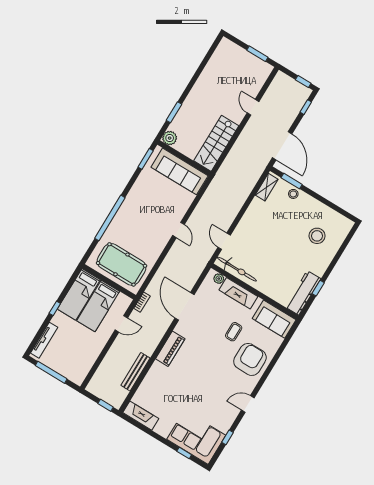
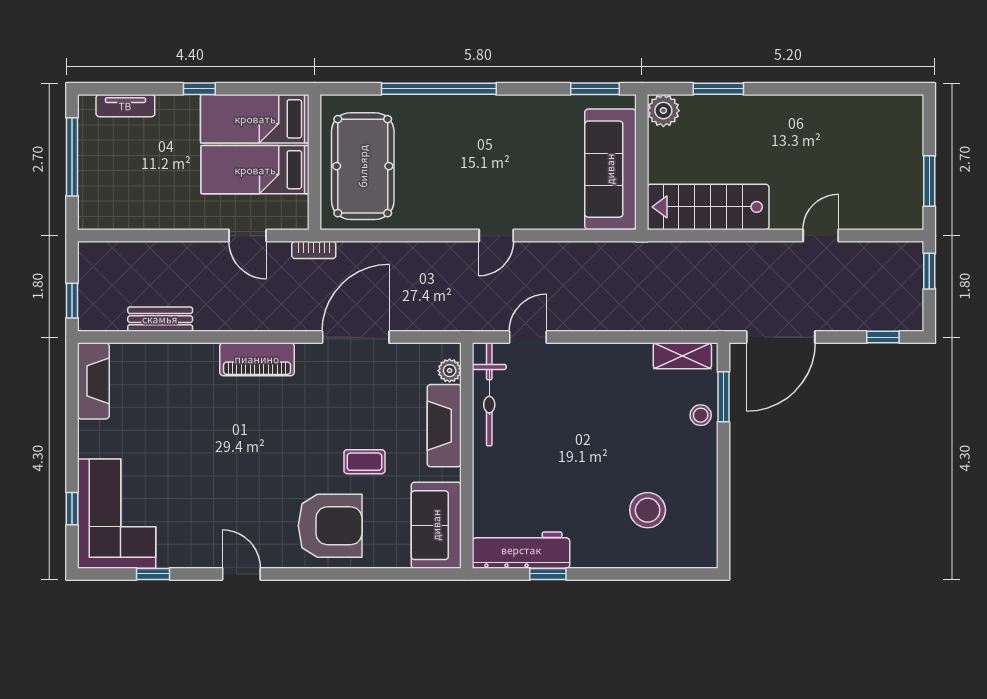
window: (303, 82) -> (929, 271), moved
tv unit: (44, 340) -> (125, 106), width x0.71
bench: (135, 372) -> (160, 319), width x0.73

